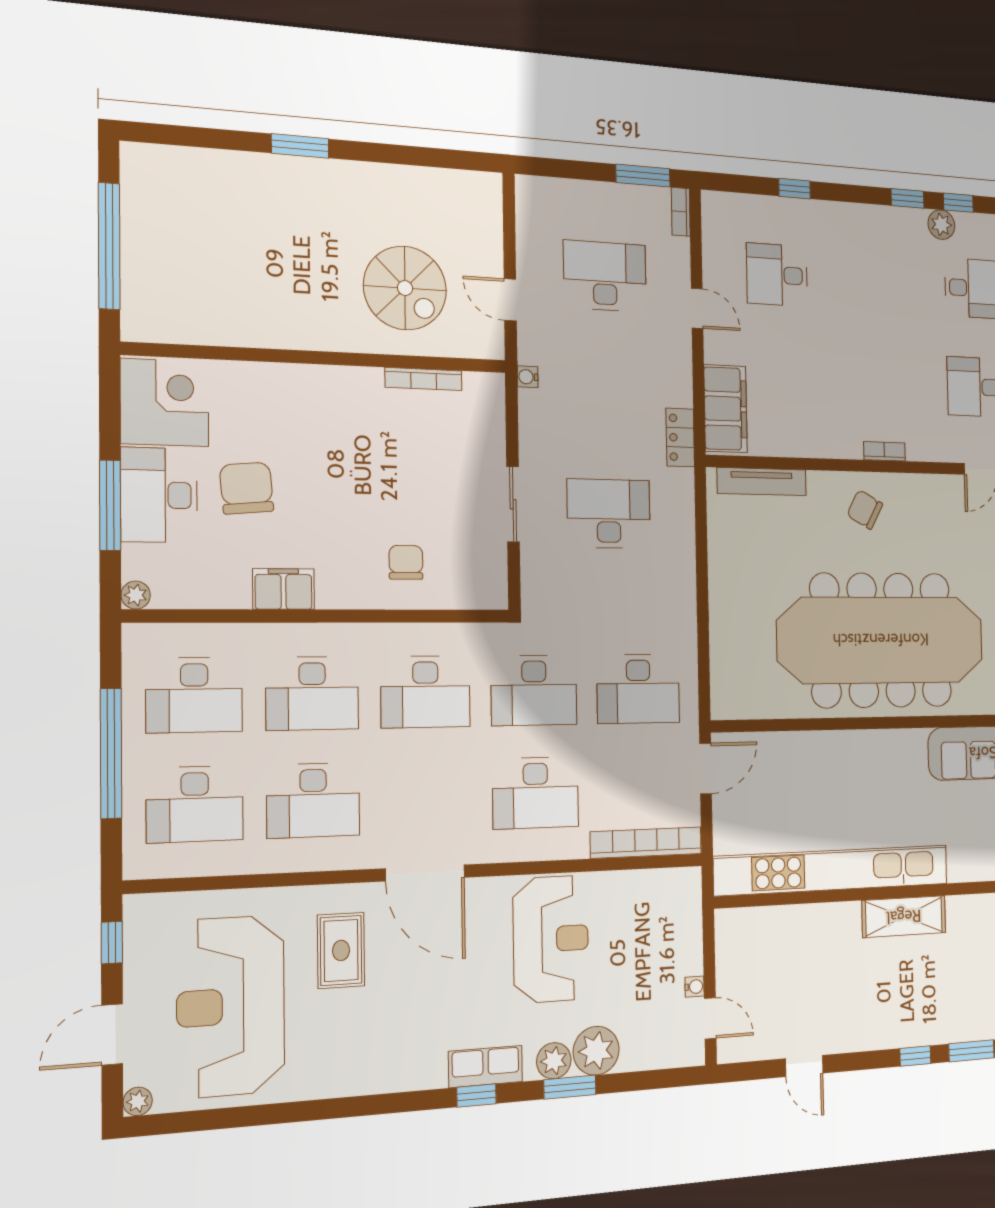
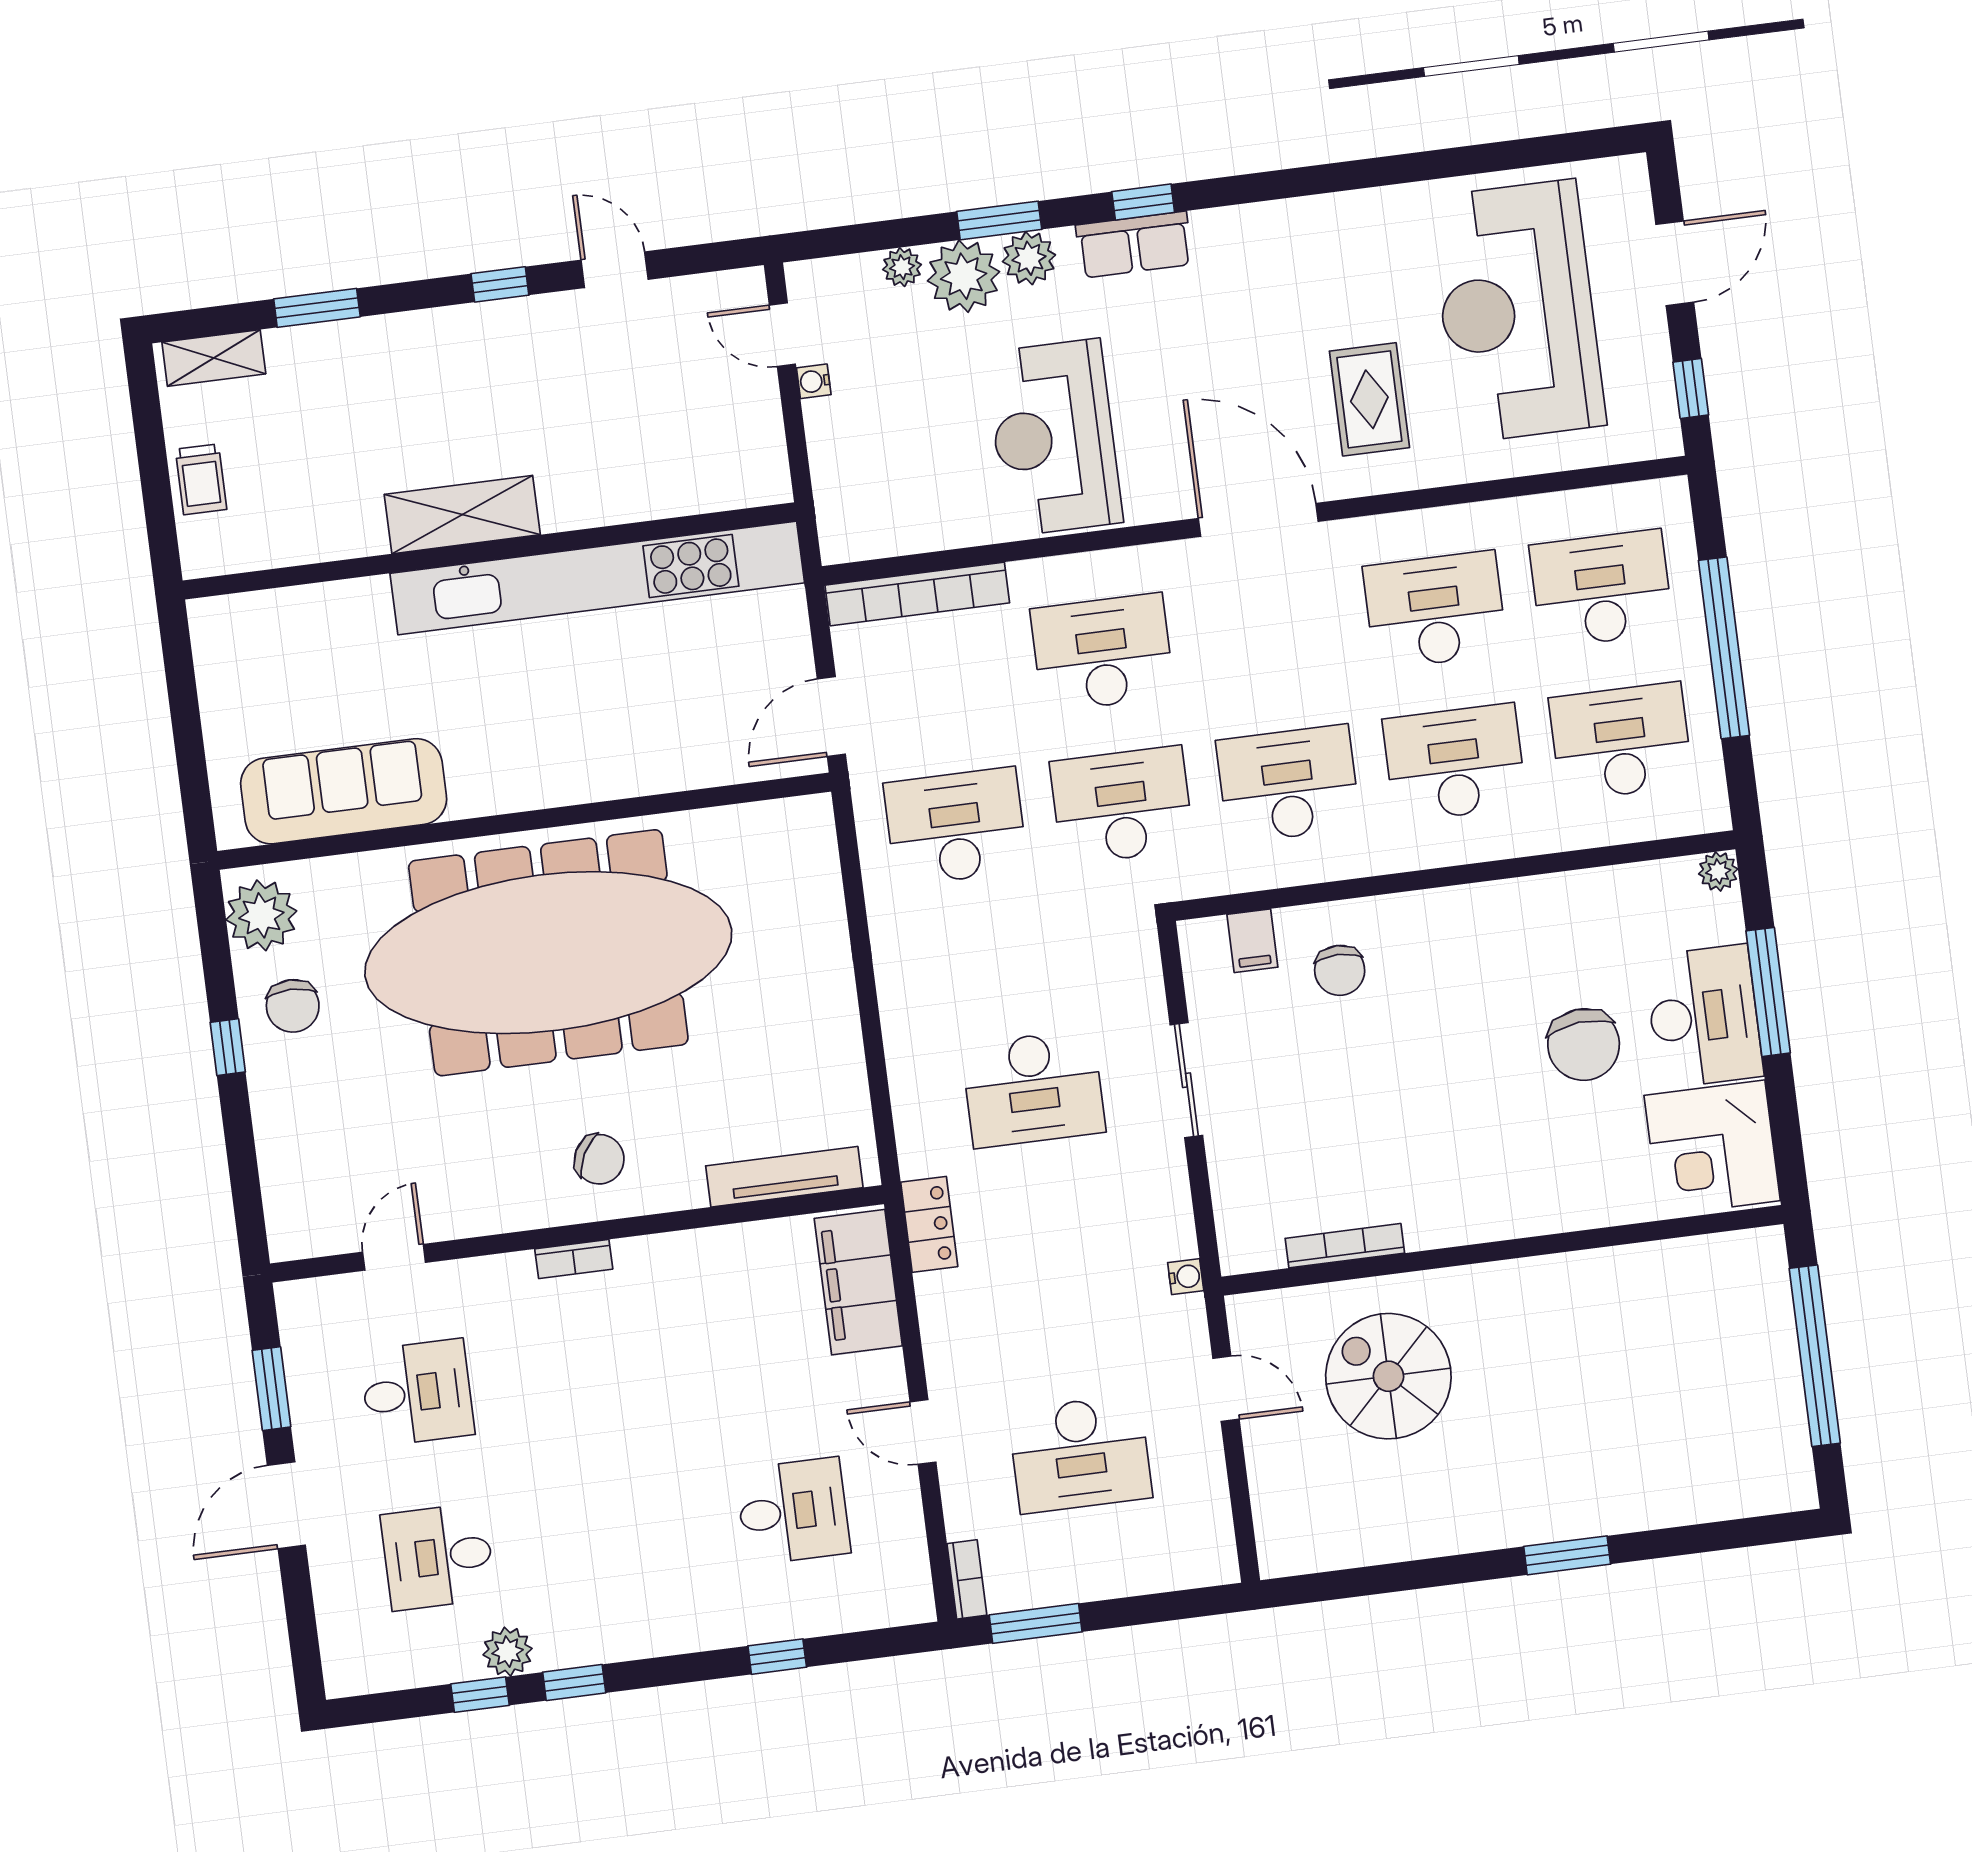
filing cabinet: (284, 589) -> (1252, 941), moved, width x0.50
reception desk: (231, 1006) -> (1517, 311), turned 180
window: (915, 1056) -> (500, 284), moved
plant: (138, 1101) -> (902, 267), moved

